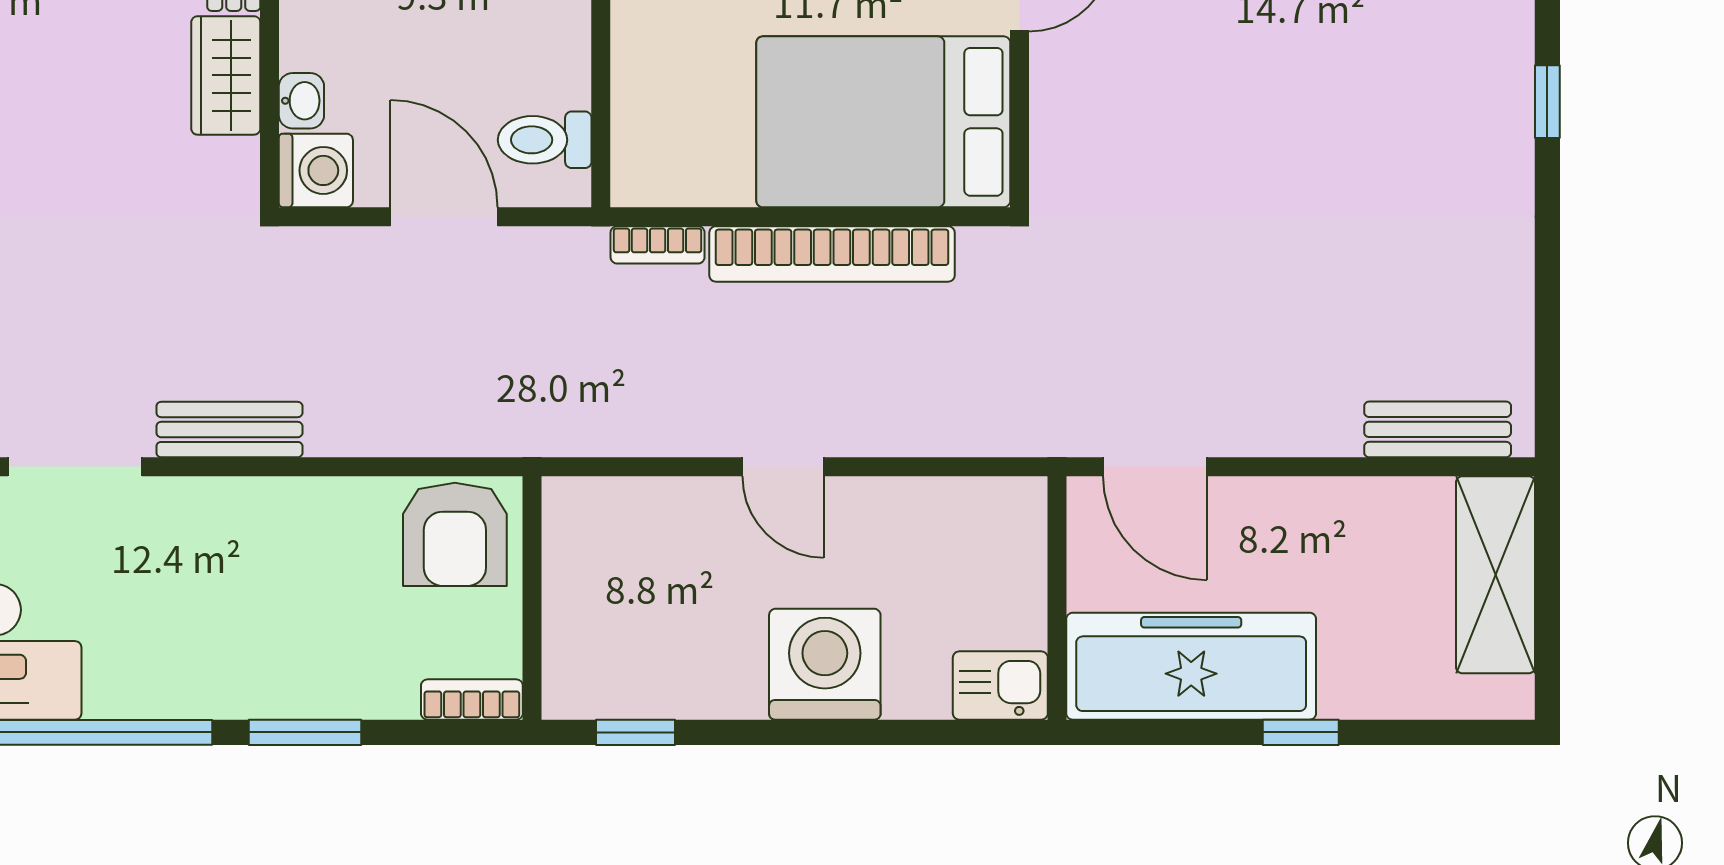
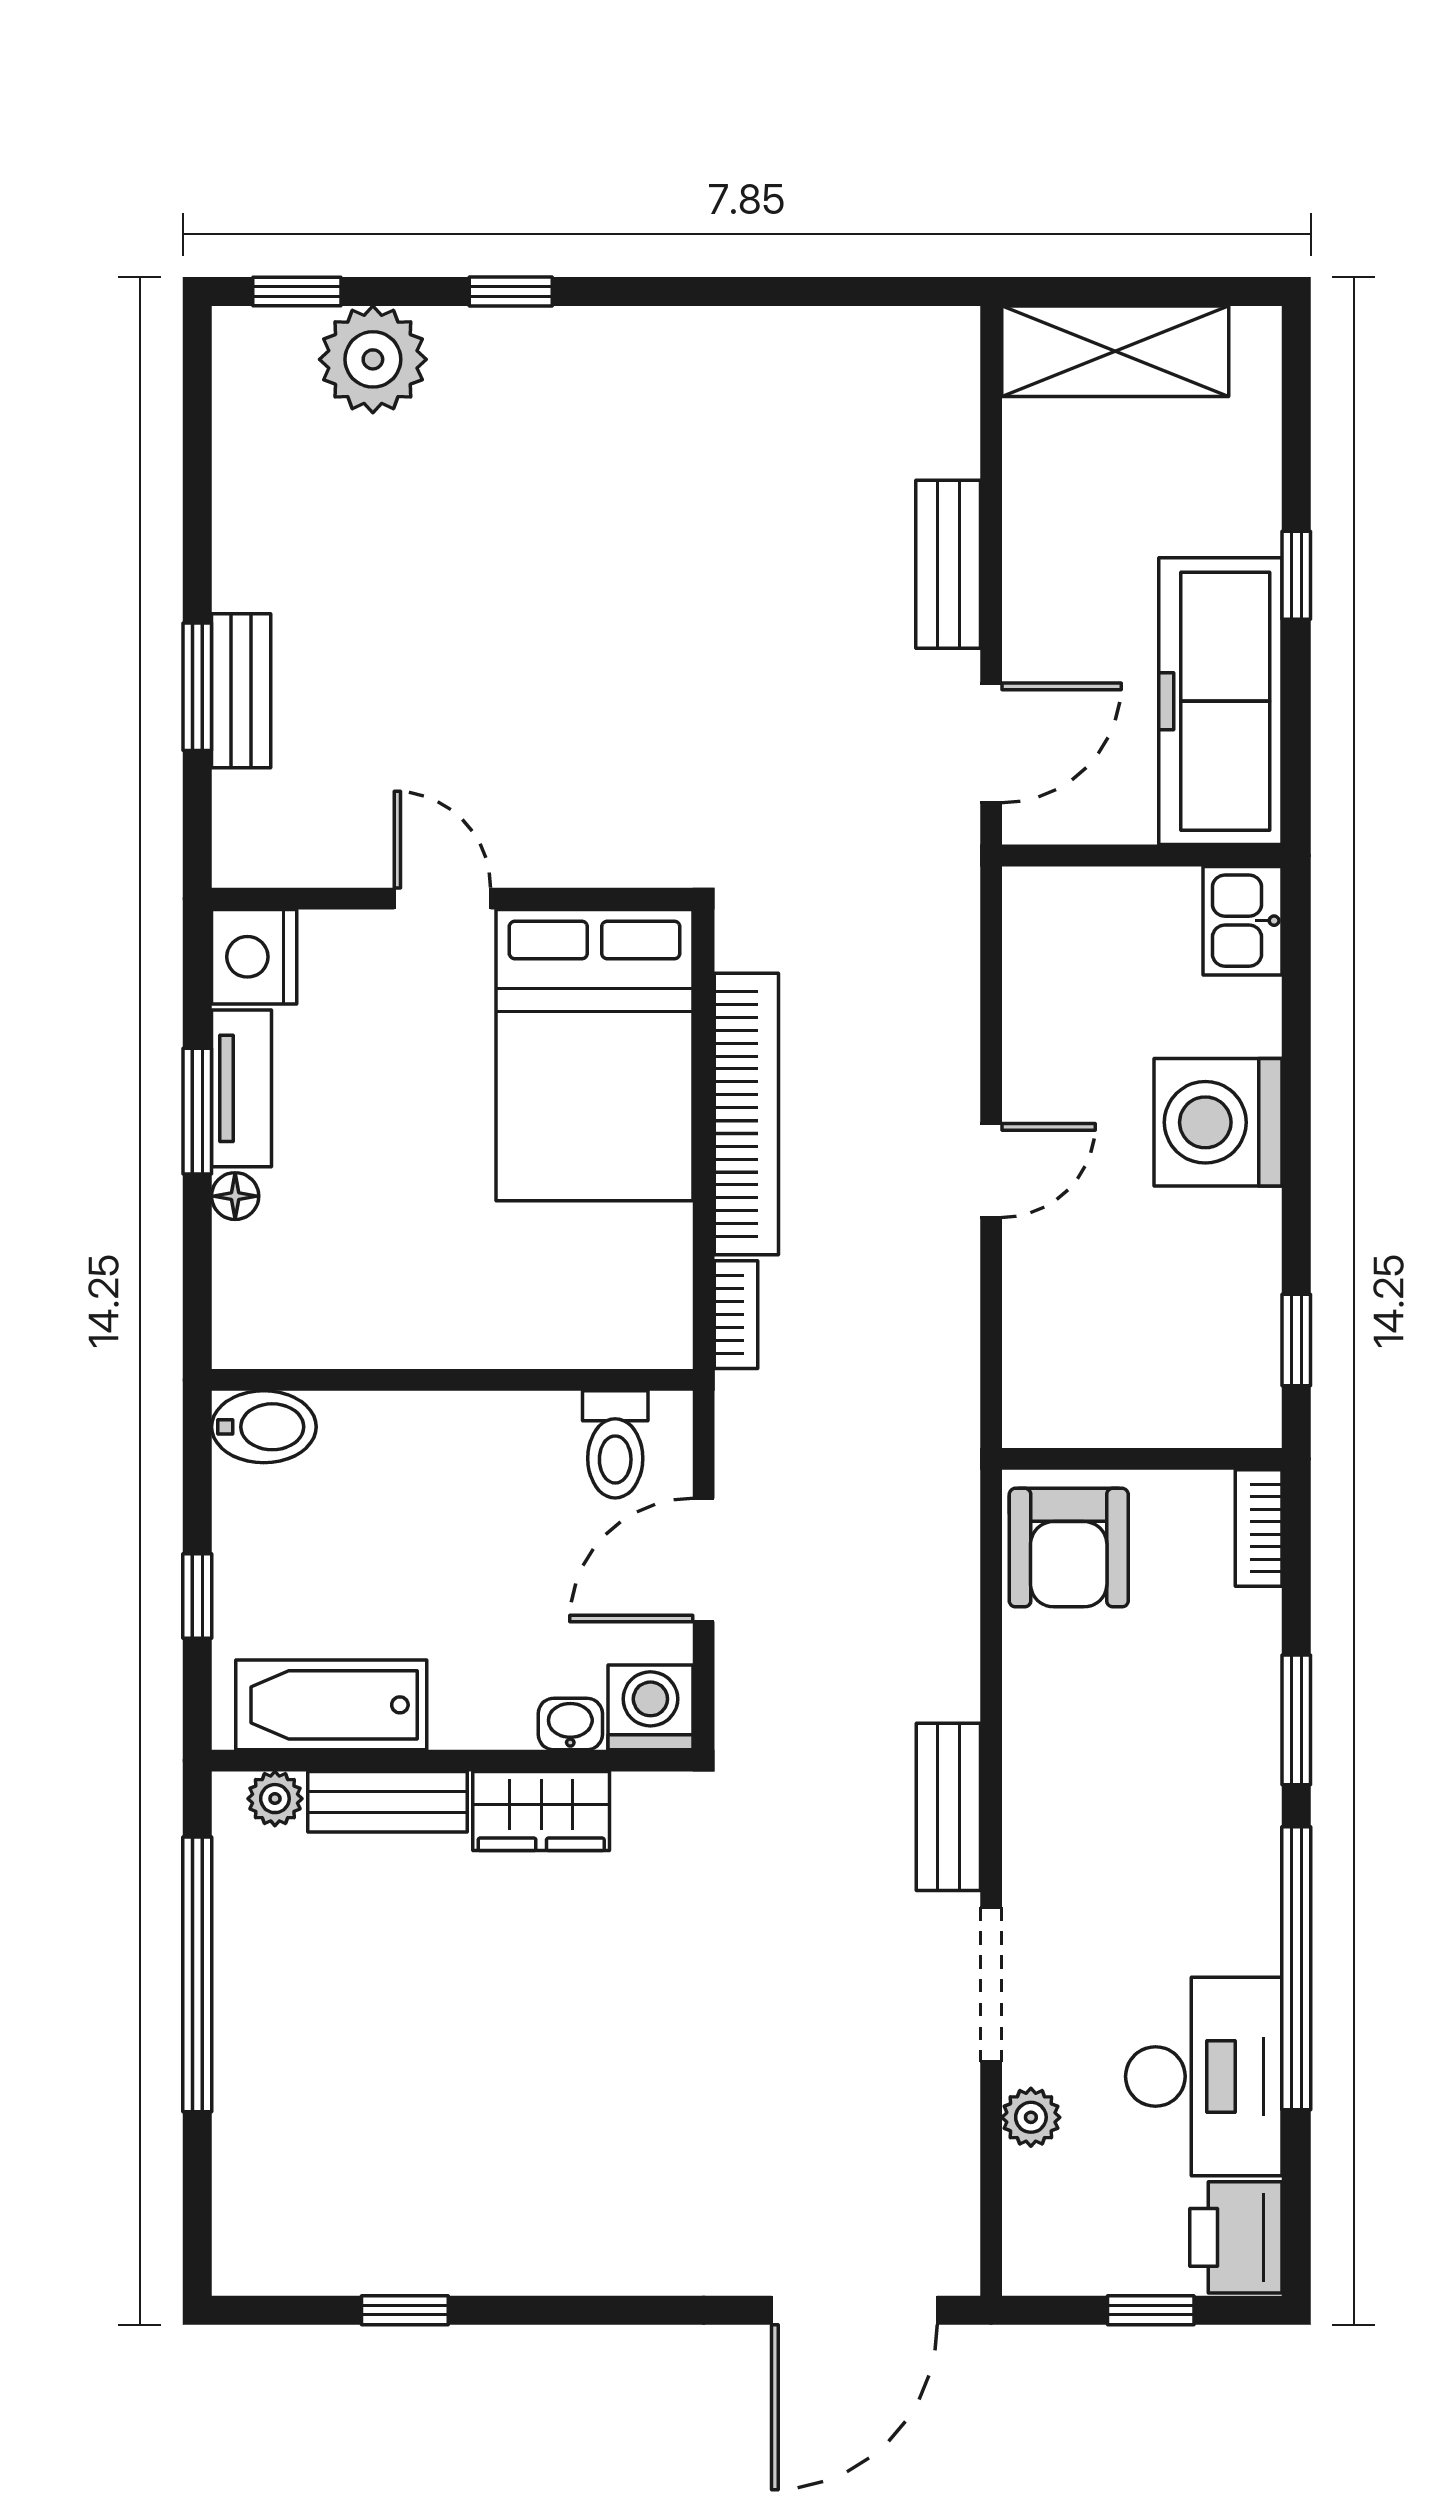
window: (1547, 102) -> (511, 292), moved
bench: (1438, 429) -> (948, 564), moved
armchair: (455, 534) -> (1069, 1548), turned 90

